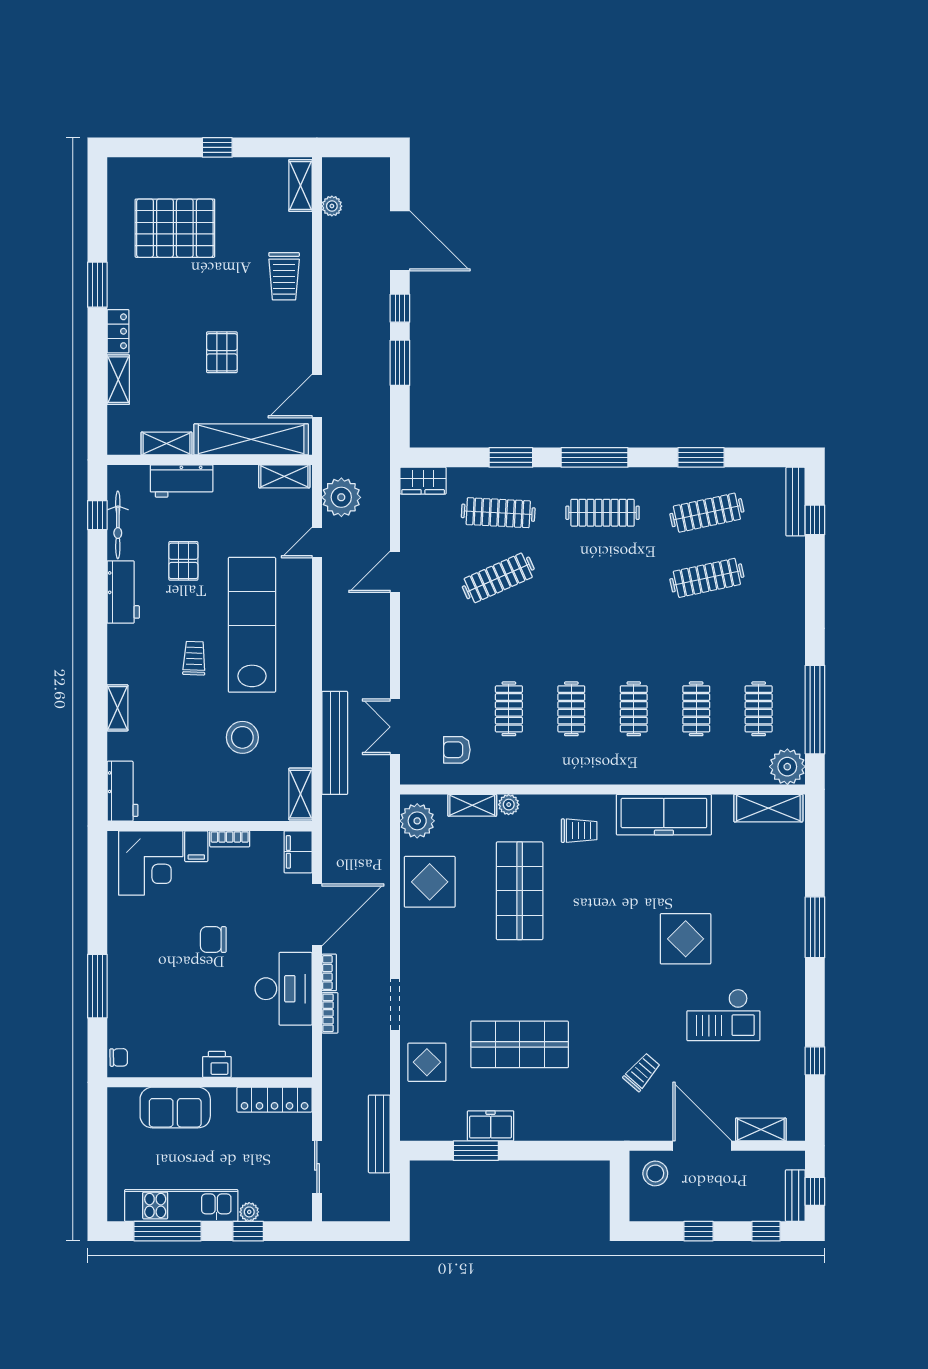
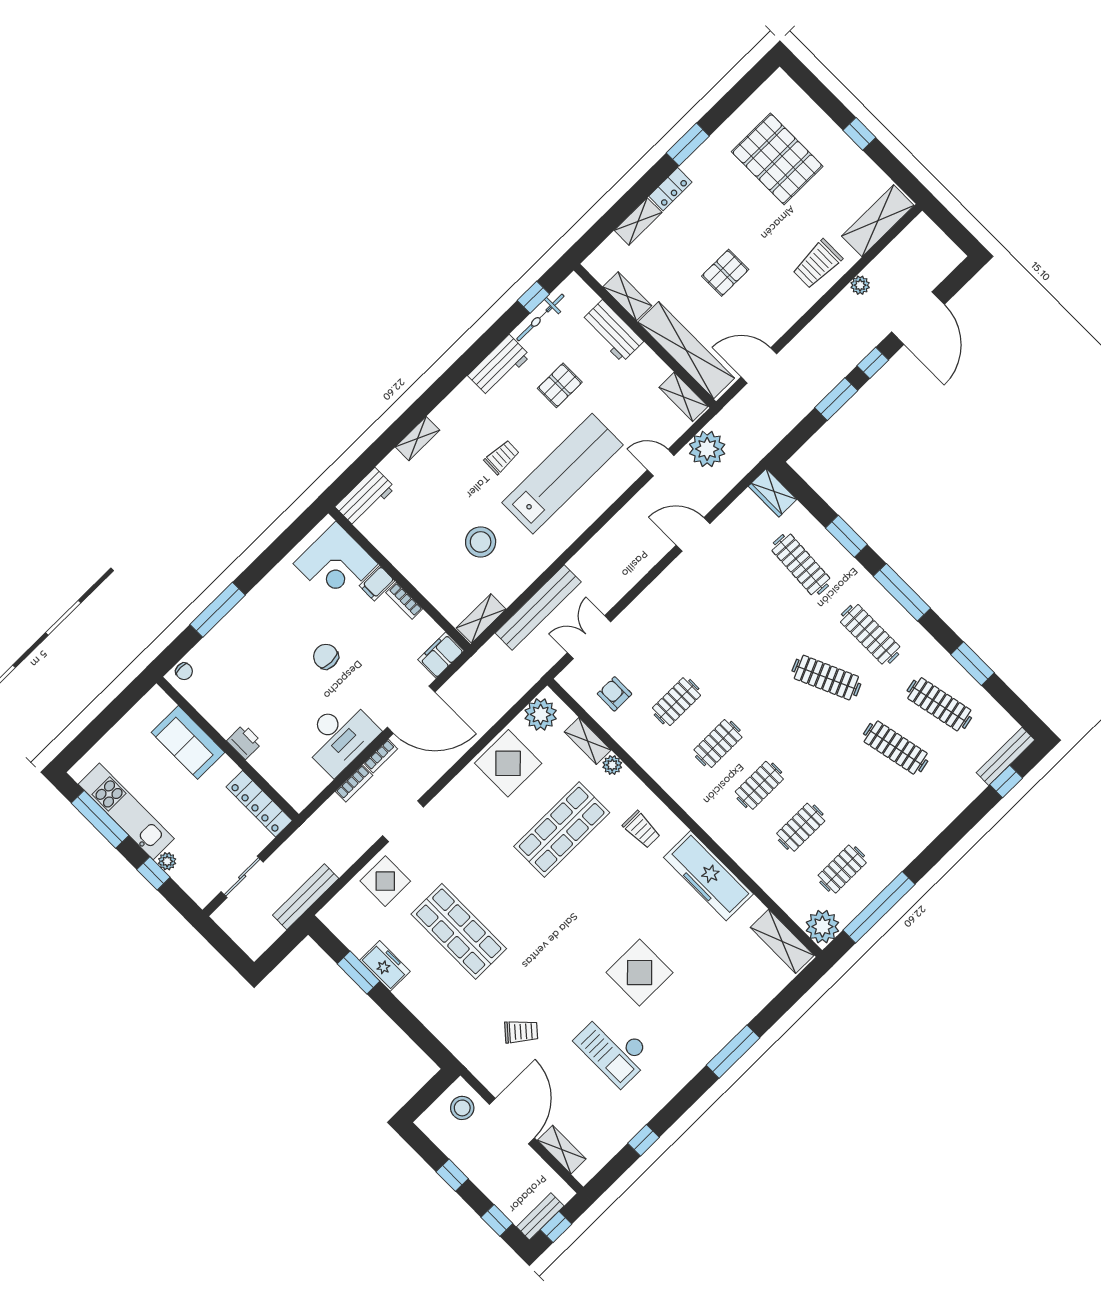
shelving: (300, 185) -> (878, 221), width x1.50, depth x1.33
plant: (332, 206) -> (860, 285), moved
clothes rail: (498, 578) -> (826, 678), moved

